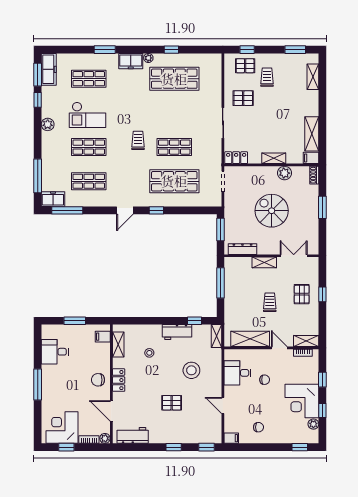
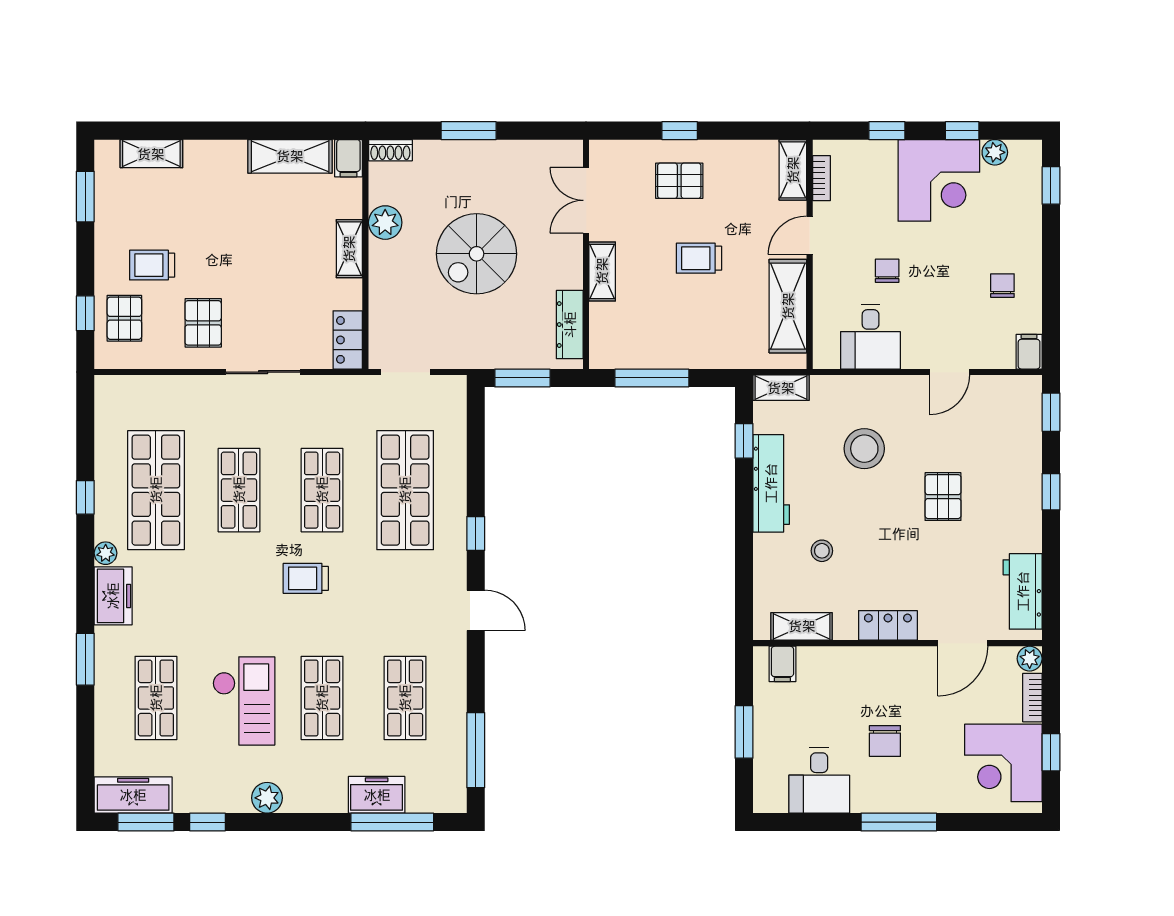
shop shelf: (174, 113) -> (239, 490), added
freezer: (53, 199) -> (377, 795), moved, turned 90
workbench: (177, 332) -> (771, 483), width x1.38
chair: (98, 380) -> (885, 741), moved

